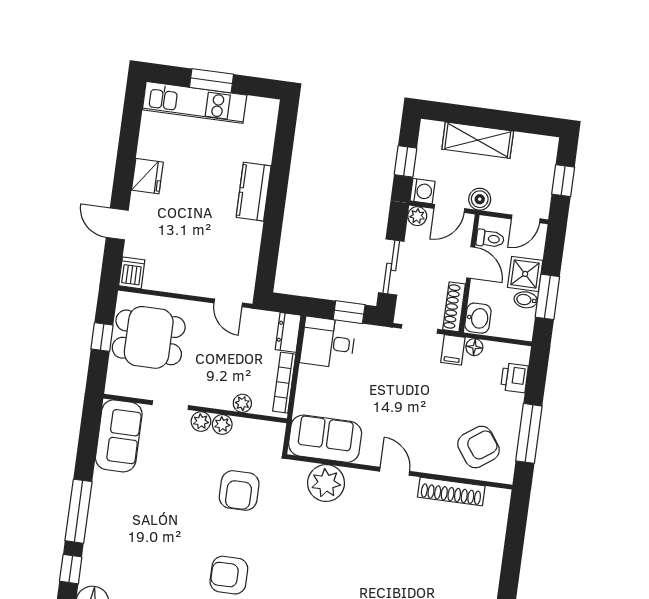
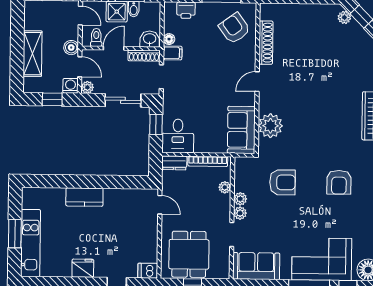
door: (228, 303) -> (160, 205), hinge flipped
corner sofa: (117, 535) -> (322, 259), added

